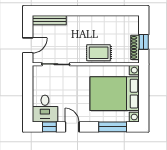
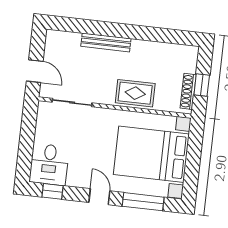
bench: (49, 20) -> (106, 42), moved
door: (28, 45) -> (35, 71), hinge flipped
door: (72, 127) -> (99, 197), moved

